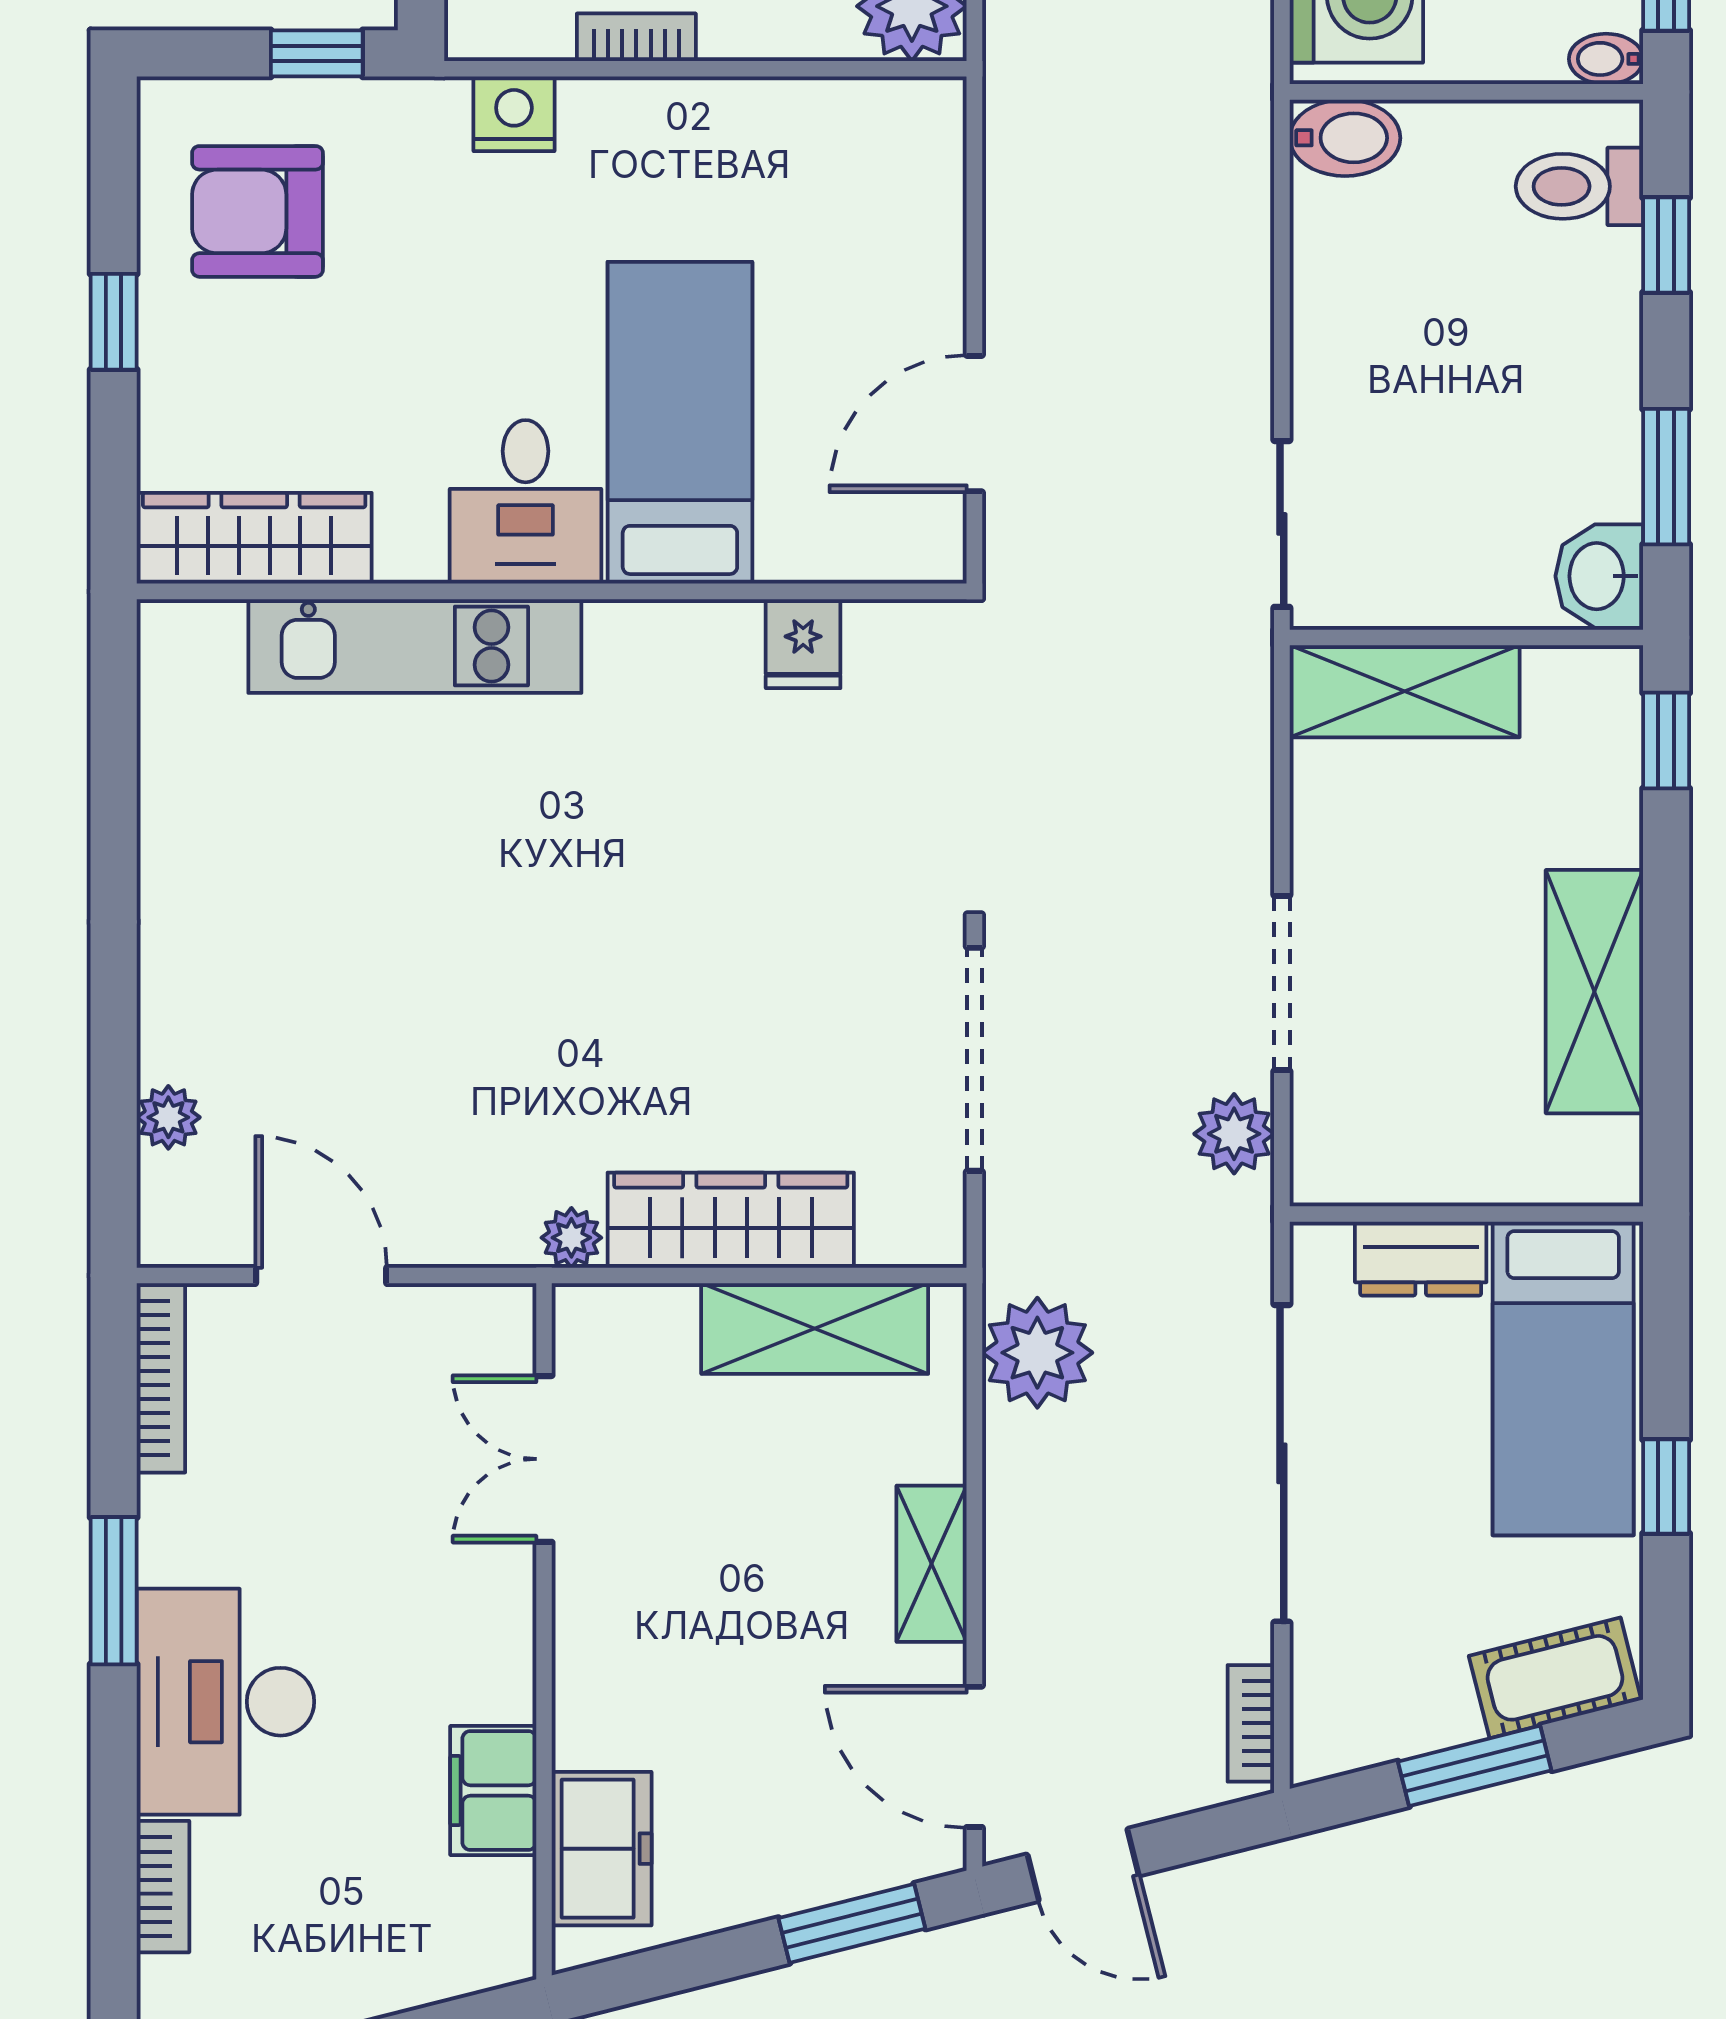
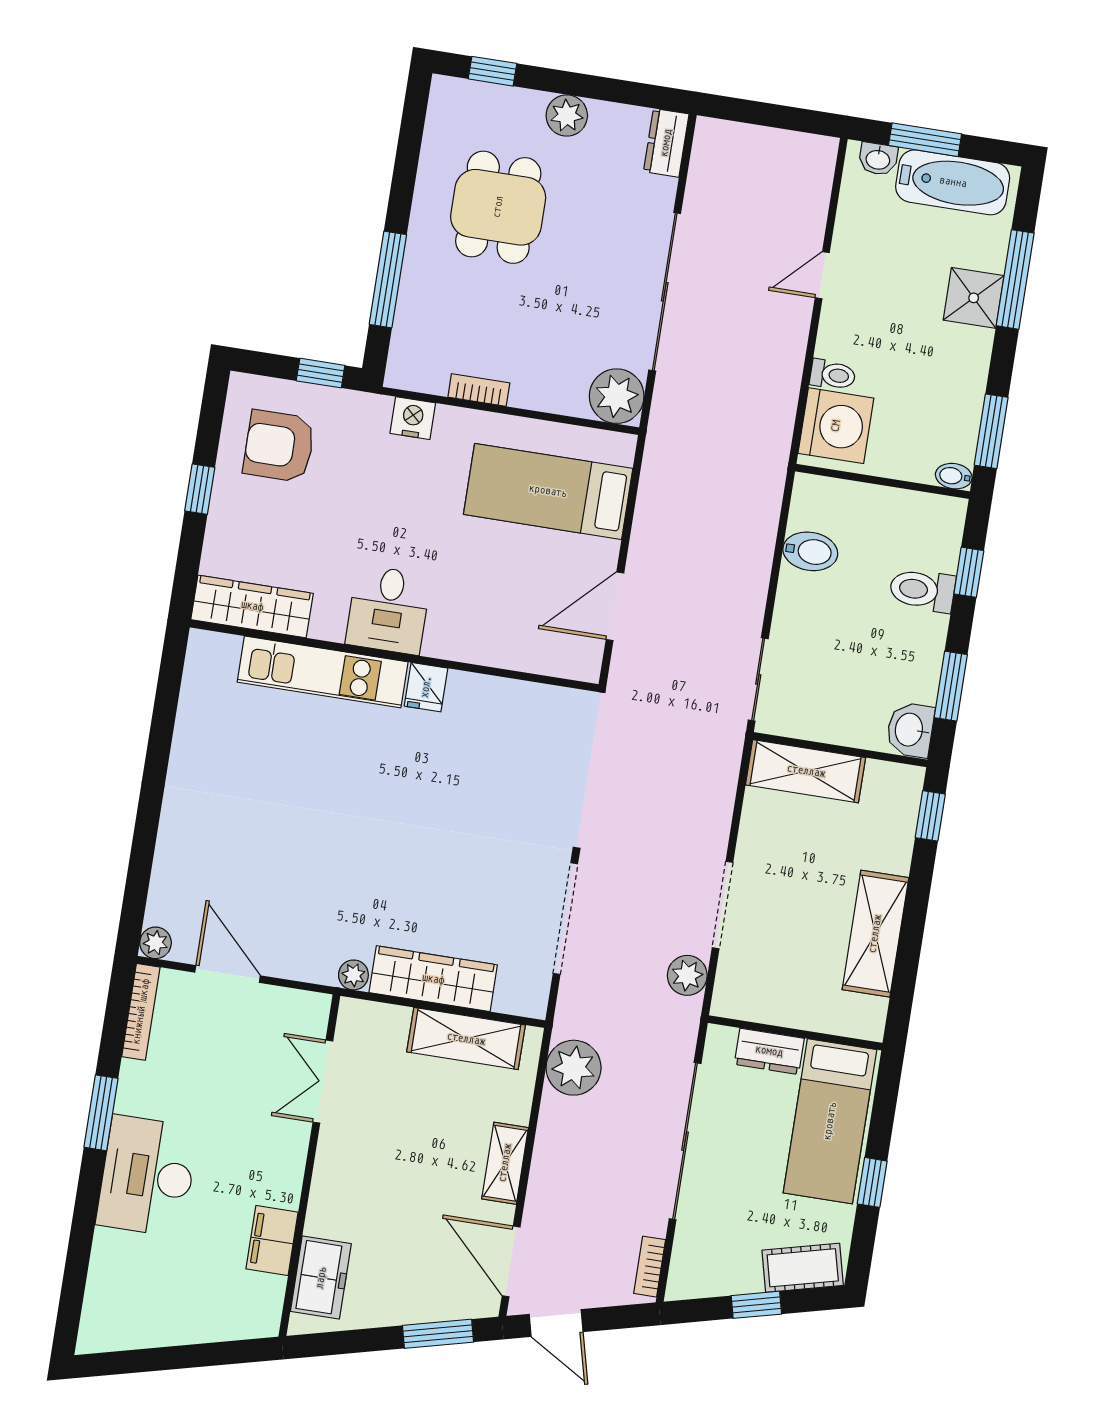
bidet: (1345, 138) -> (810, 551), moved
toilet: (1579, 186) -> (922, 590), moved
bed: (680, 423) -> (548, 491), moved, turned -90
fridge: (803, 644) -> (426, 687), moved
plant: (168, 1117) -> (156, 943), moved
window: (1475, 1766) -> (756, 1305), width x0.67
bookcase: (163, 1887) -> (102, 1262), removed

